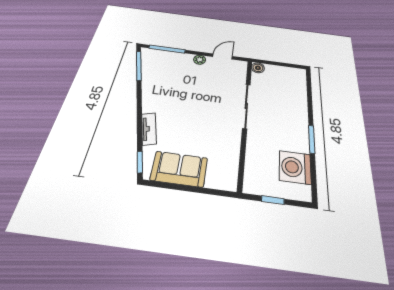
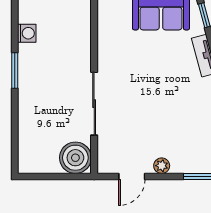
boiler: (258, 68) -> (75, 158), width x1.86, depth x1.86
washing machine: (295, 167) -> (27, 33), width x0.53, depth x0.53

